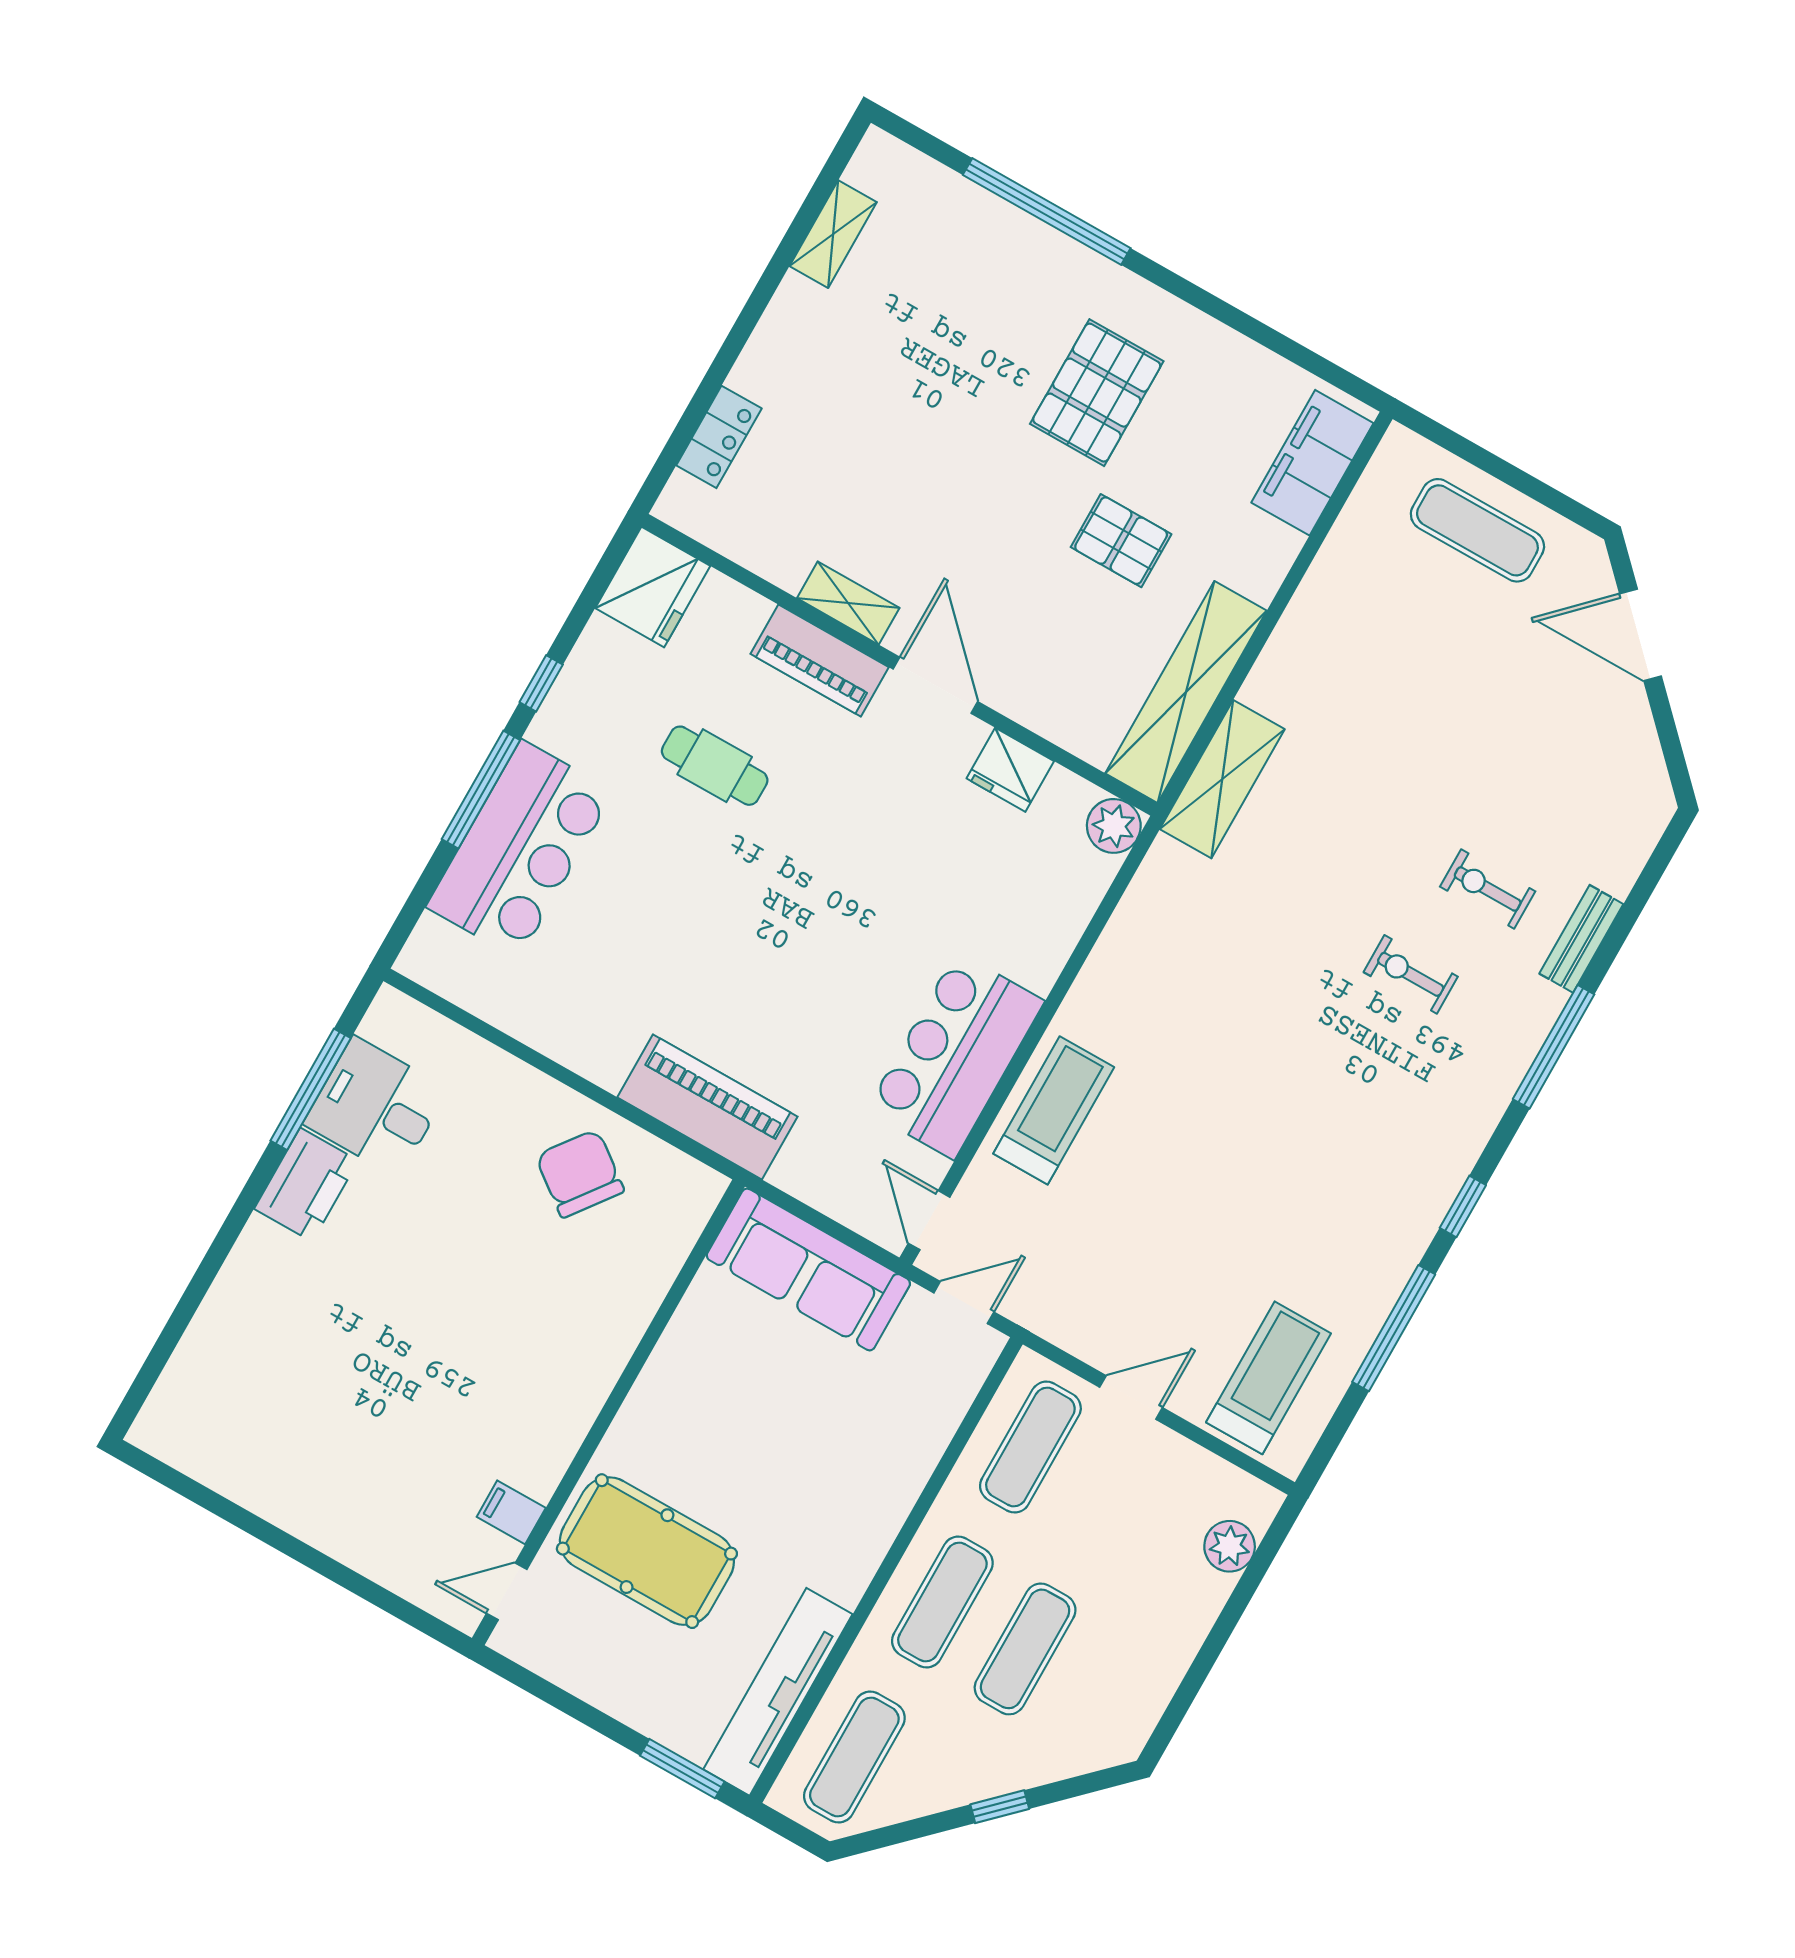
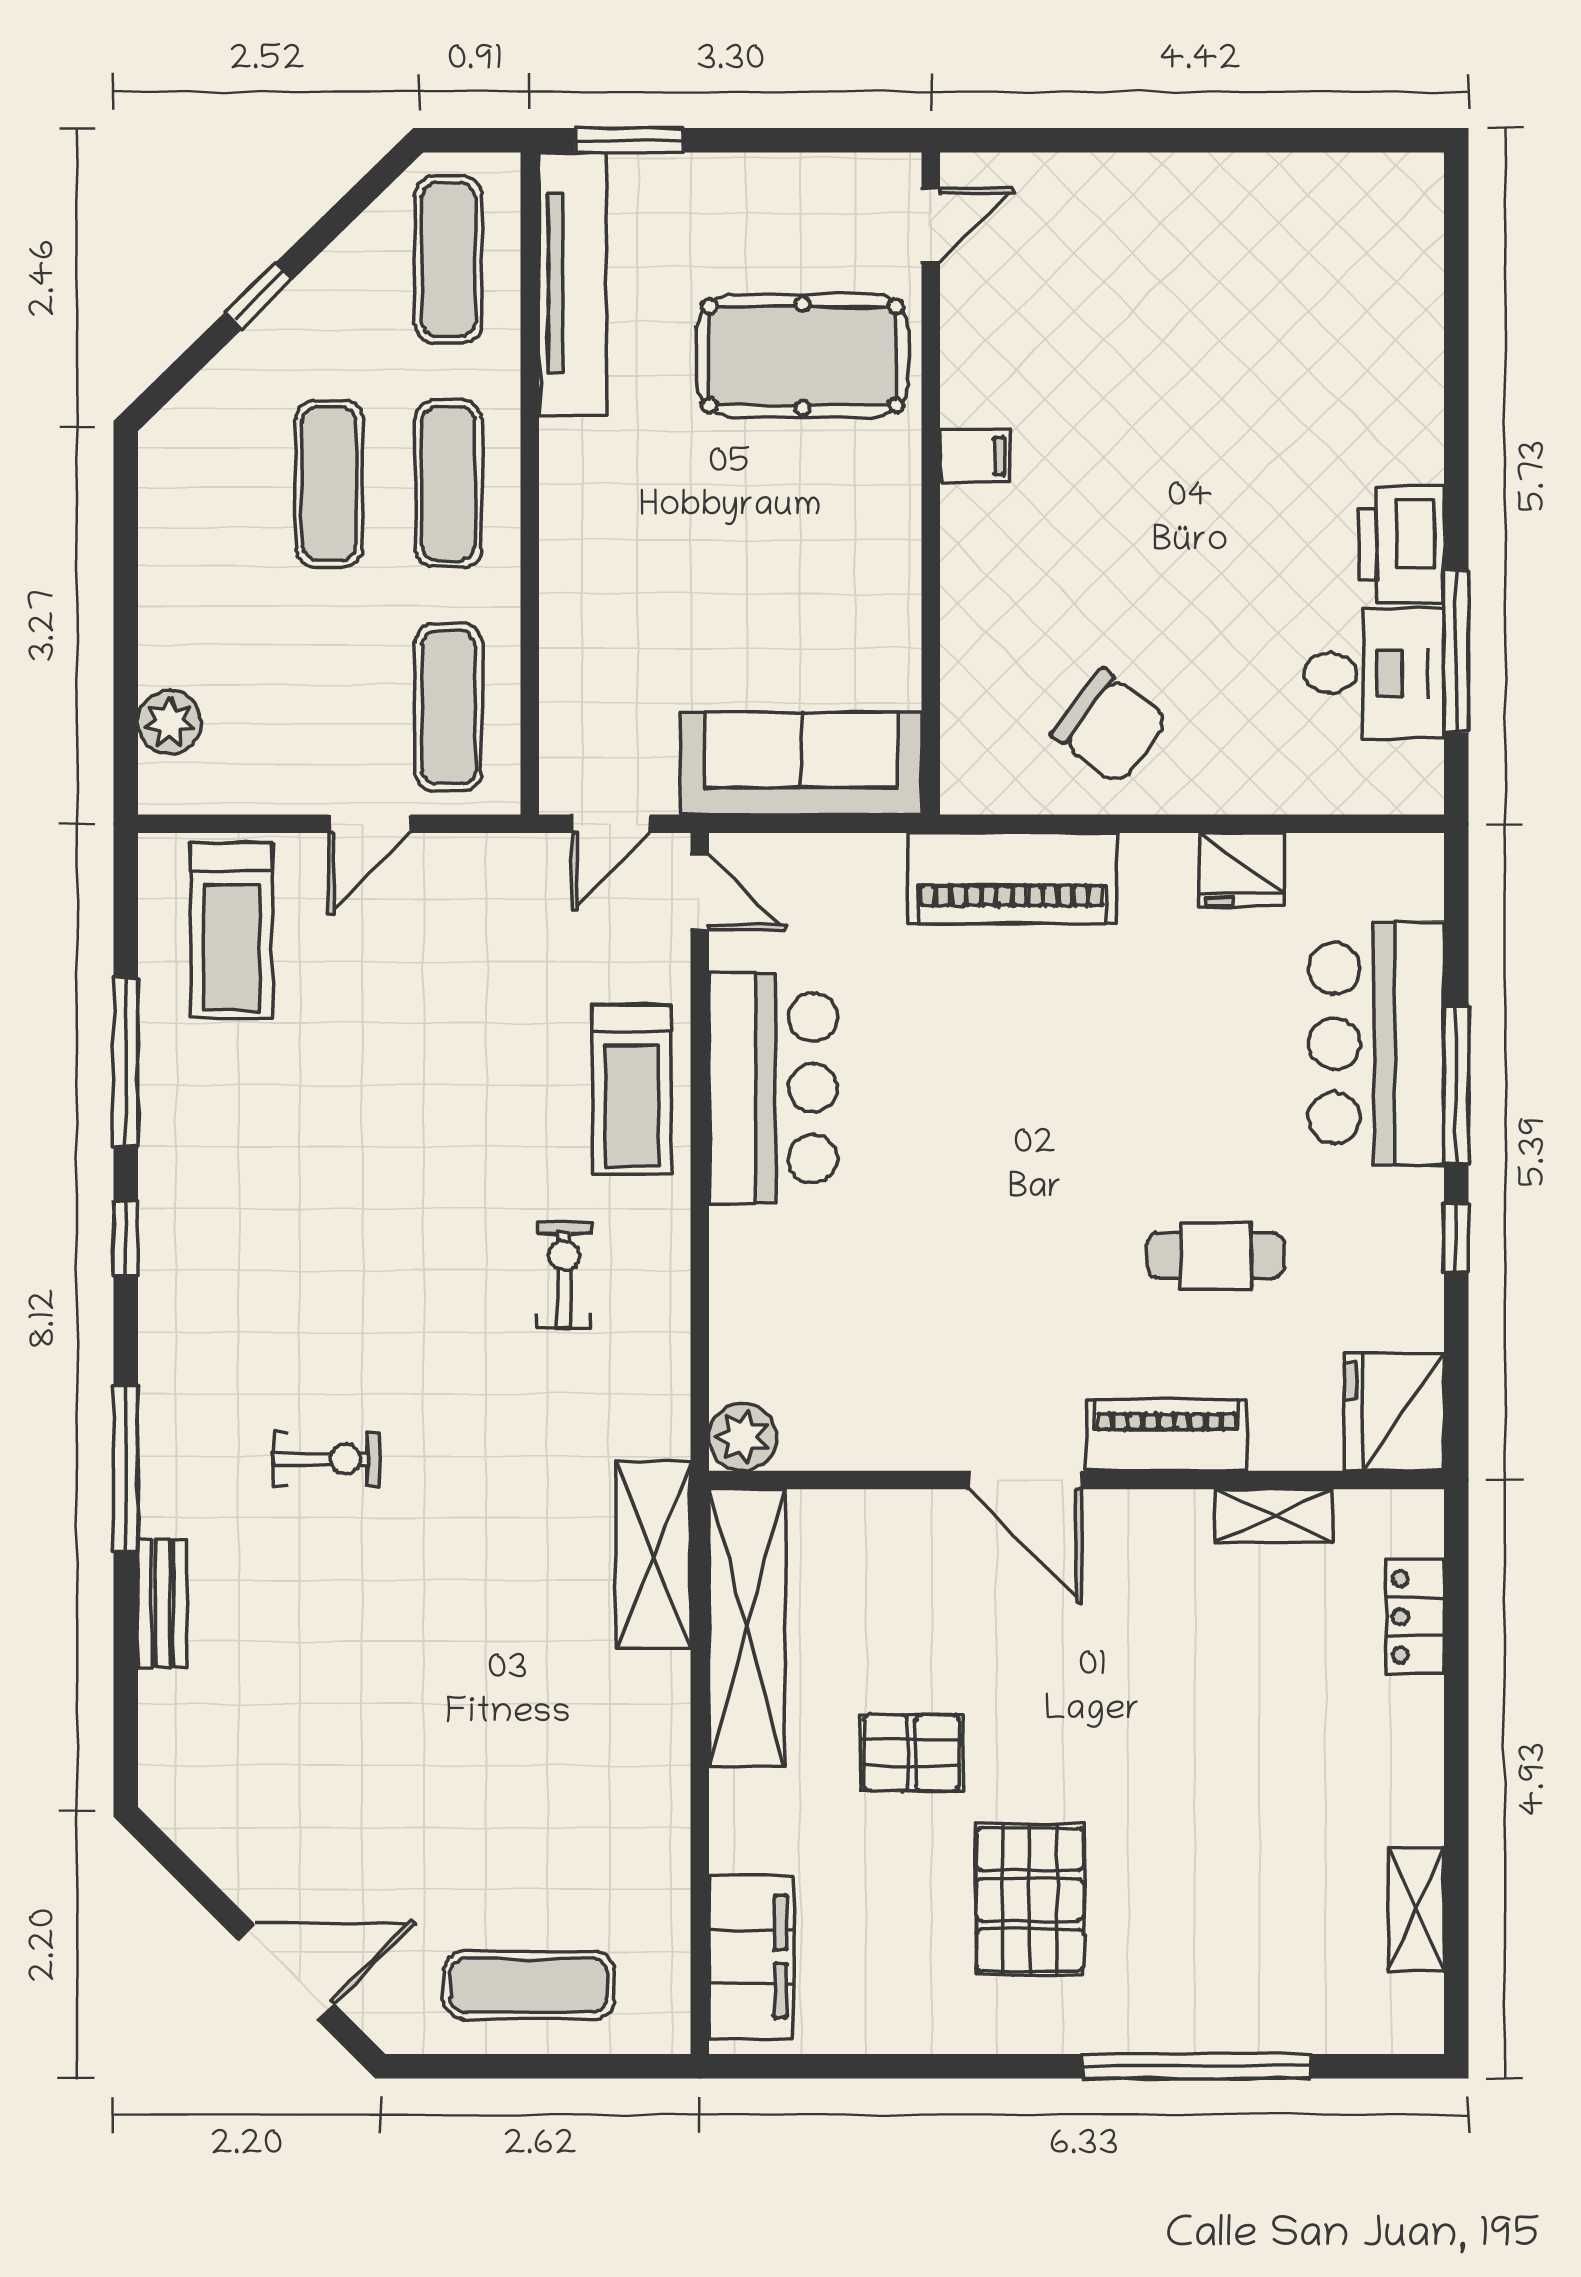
shelving: (848, 603) -> (1274, 1516), moved
fridge: (1010, 770) -> (1242, 870), moved, turned 180
exercise bike: (1488, 889) -> (564, 1275), moved, turned -90
filing cabinet: (511, 1512) -> (975, 456), moved

